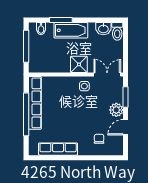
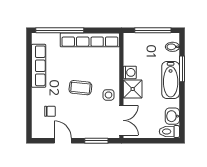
washing machine: (64, 67) -> (130, 72), added
plant: (116, 110) -> (82, 130), removed
coffee table: (78, 111) -> (80, 88), added
window: (26, 114) -> (60, 30), moved

